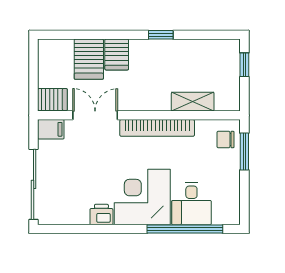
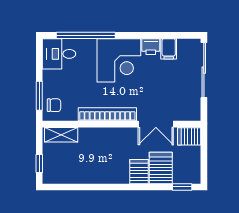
window: (161, 35) -> (182, 187), moved
shelving: (193, 102) -> (61, 135), moved
filing cabinet: (51, 129) -> (169, 49), moved, turned -90
desk: (191, 204) -> (59, 54), moved, turned -90

